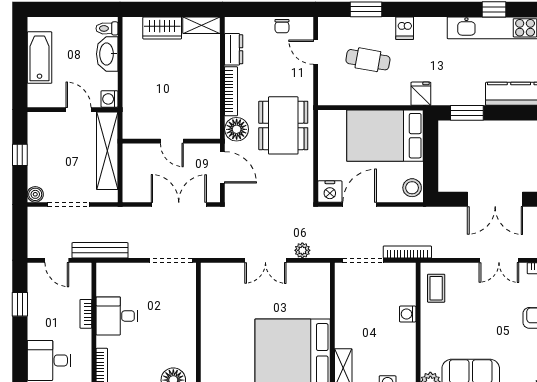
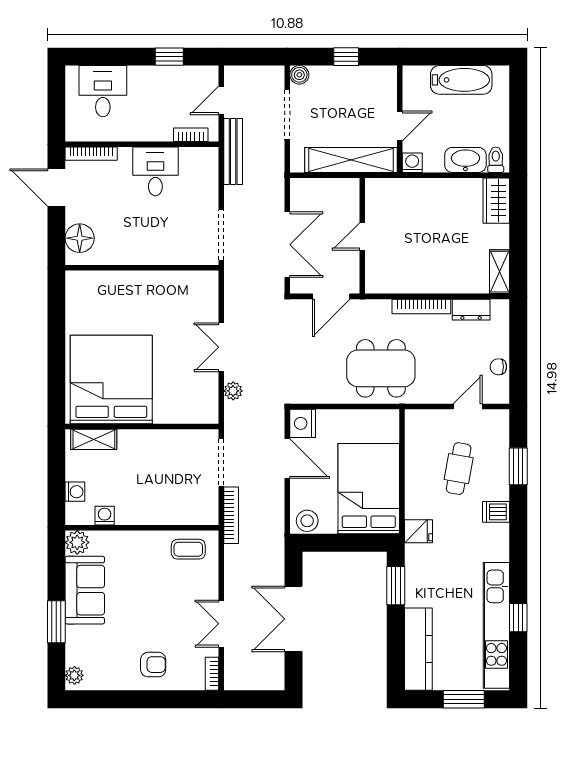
wardrobe: (162, 28) -> (496, 201), moved
floor lamp: (237, 129) -> (376, 313), removed
bookcase: (86, 314) -> (191, 135), moved
washing machine: (408, 314) -> (105, 516), moved

